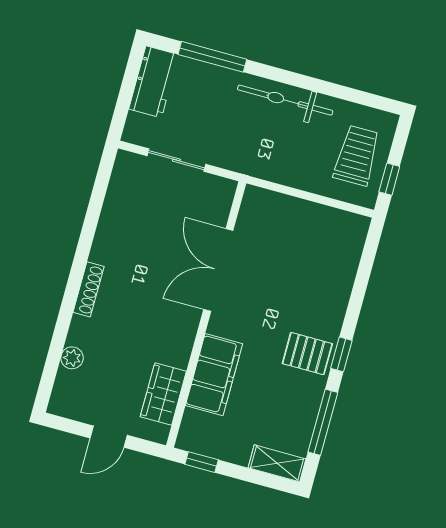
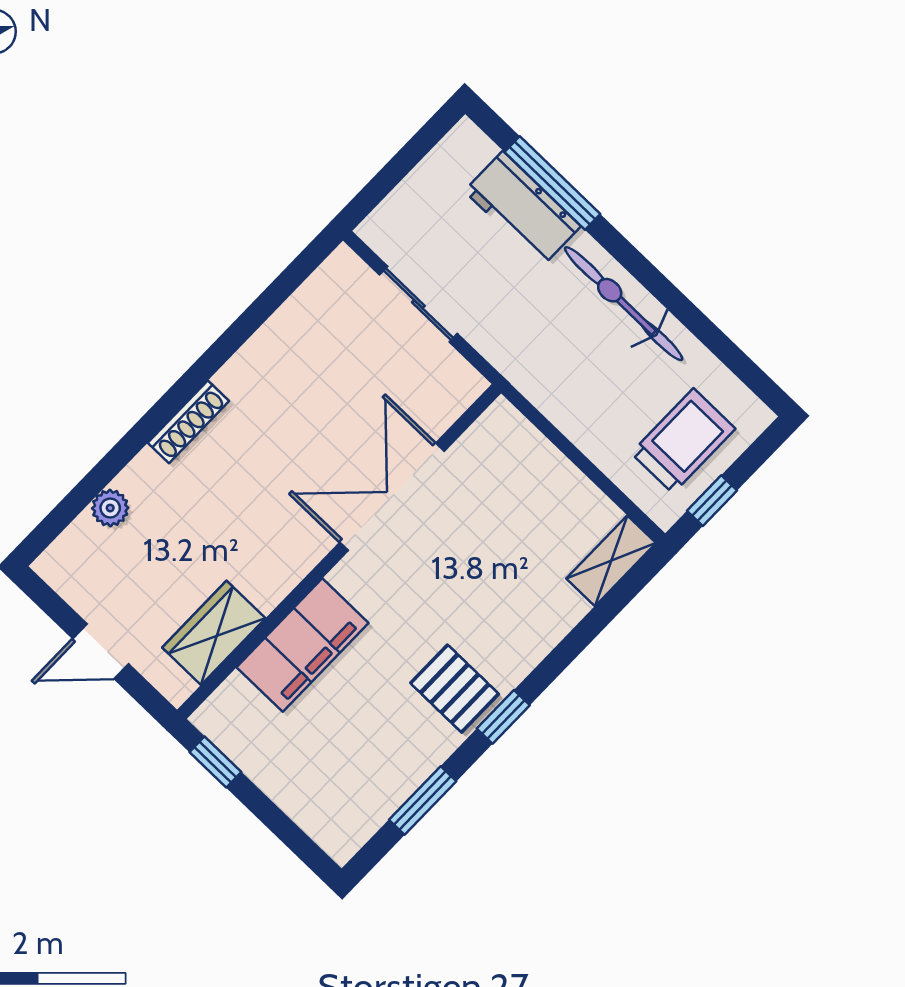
workbench: (154, 82) -> (523, 209), moved, turned 90
window: (323, 422) -> (423, 800), width x0.69
shelving: (277, 463) -> (611, 561), moved, turned 90

